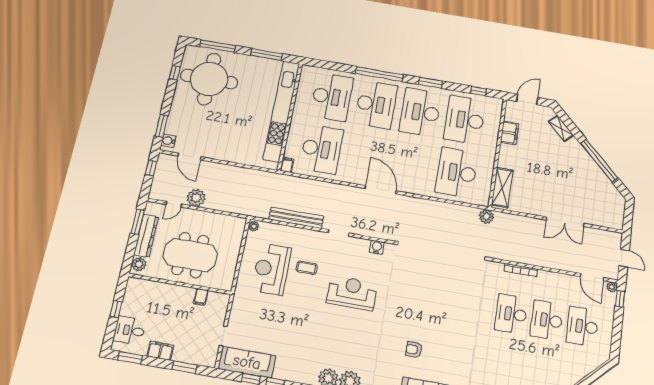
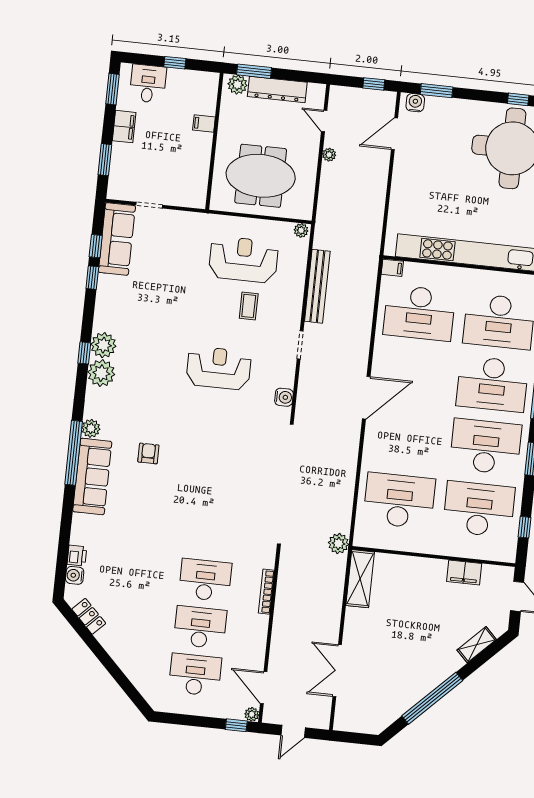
shelving: (502, 188) -> (360, 579), moved, turned 90
plant: (196, 198) -> (329, 155), width x0.53, depth x0.53
window: (138, 222) -> (254, 71), moved
double door: (565, 222) -> (337, 671), moved
meeting table: (190, 255) -> (261, 176), moved, turned 90
door: (592, 277) -> (264, 688), hinge flipped
reception desk: (352, 293) -> (219, 368), turned -90
filing cabinet: (201, 297) -> (204, 123), moved

